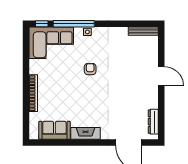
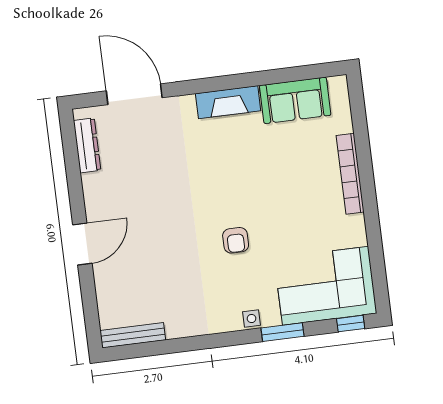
window: (74, 24) -> (283, 332), width x0.47
door: (161, 76) -> (82, 244), swing flipped

